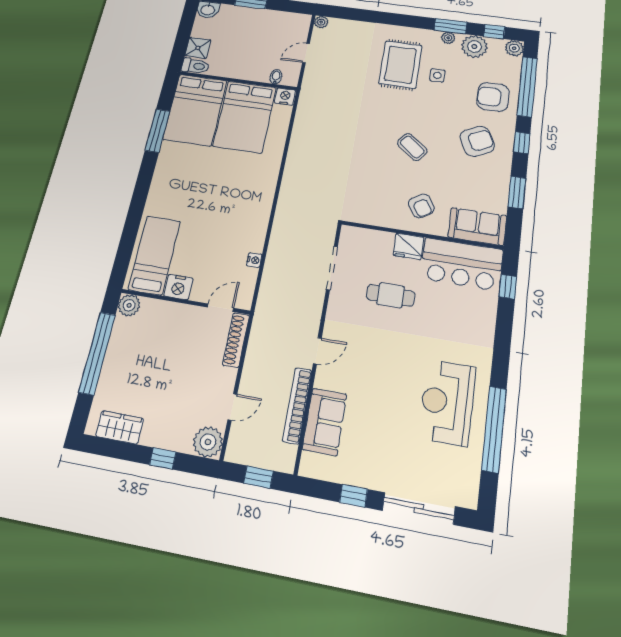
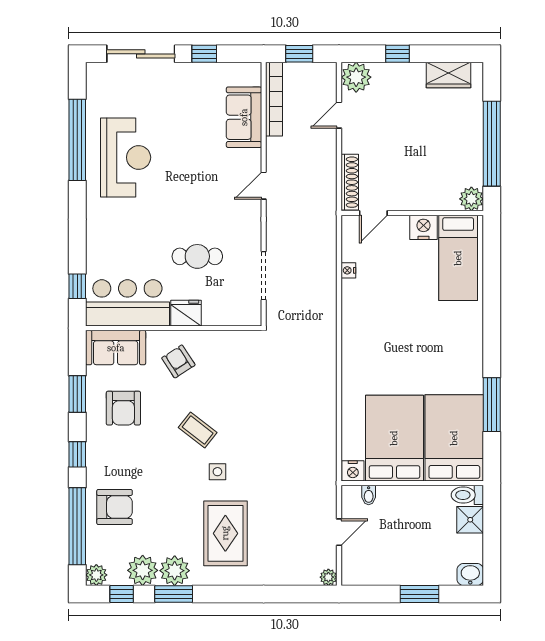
plant: (448, 38) -> (175, 571), width x1.87, depth x1.87
side table: (437, 75) -> (217, 472), moved
armchair: (477, 141) -> (123, 408), moved, turned -64
bookcase: (297, 406) -> (274, 99), moved

